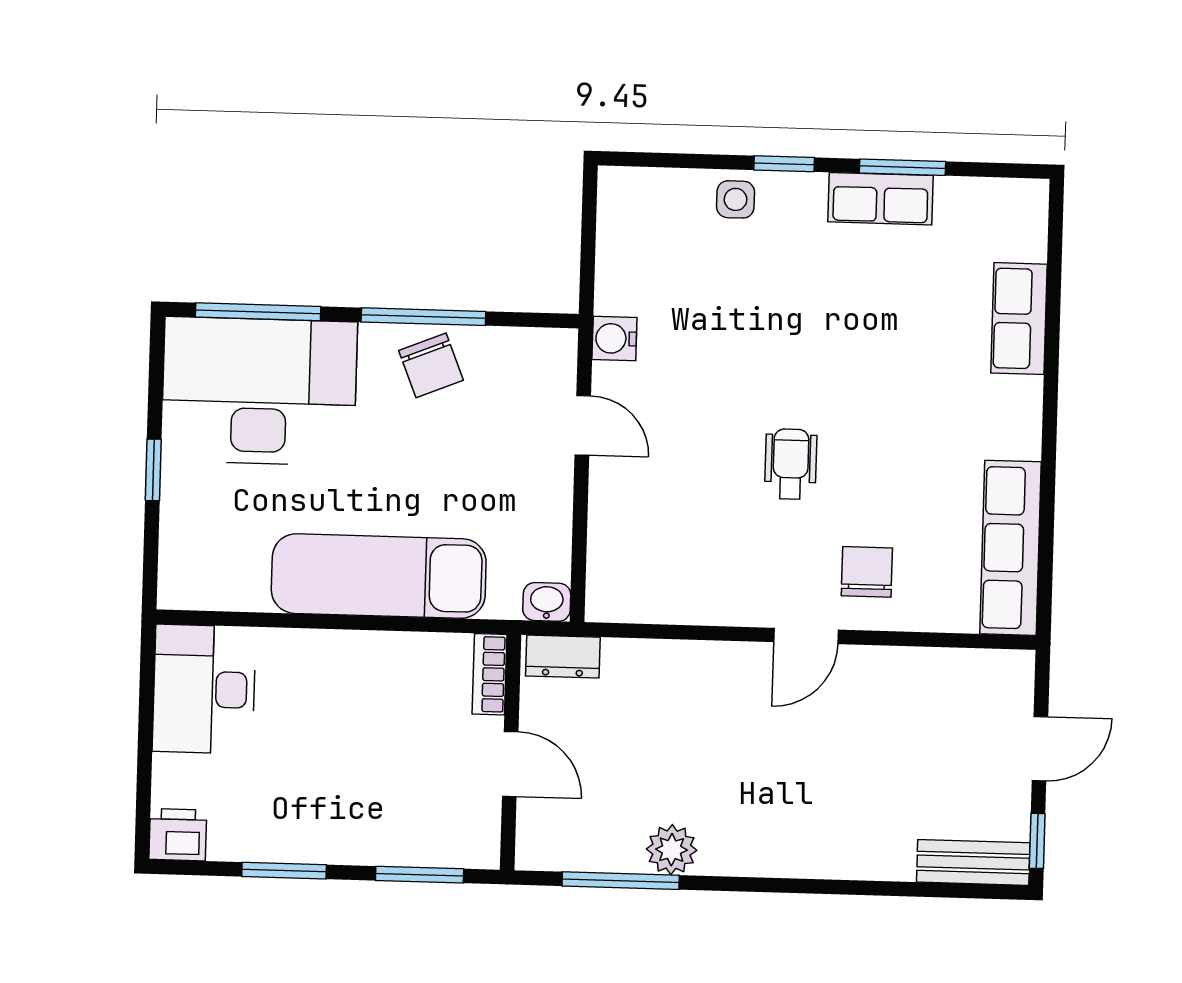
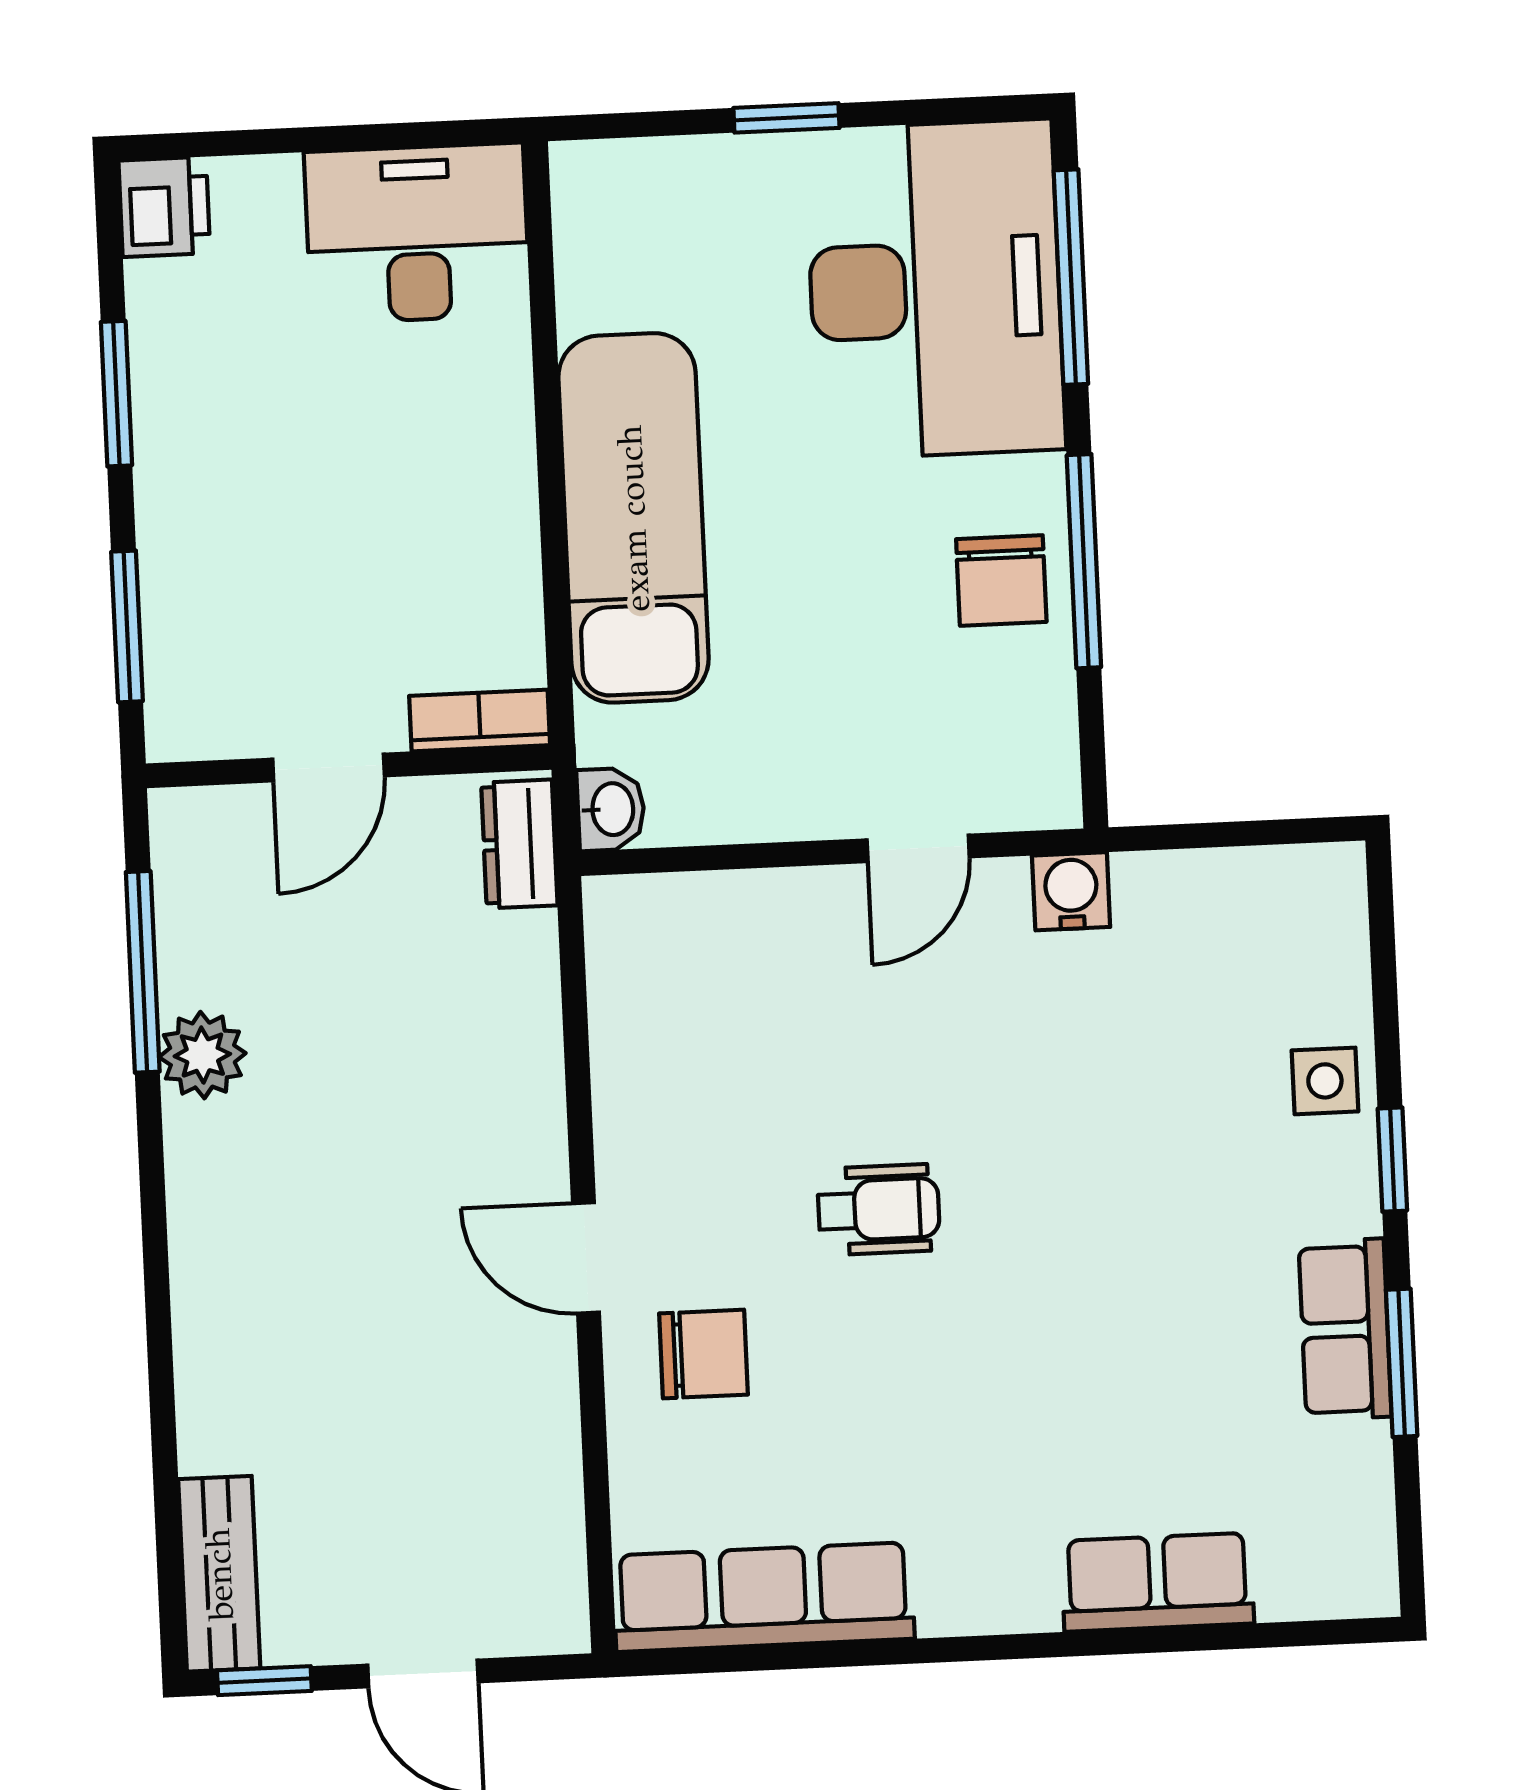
chair: (431, 365) -> (1001, 581), turned -68

